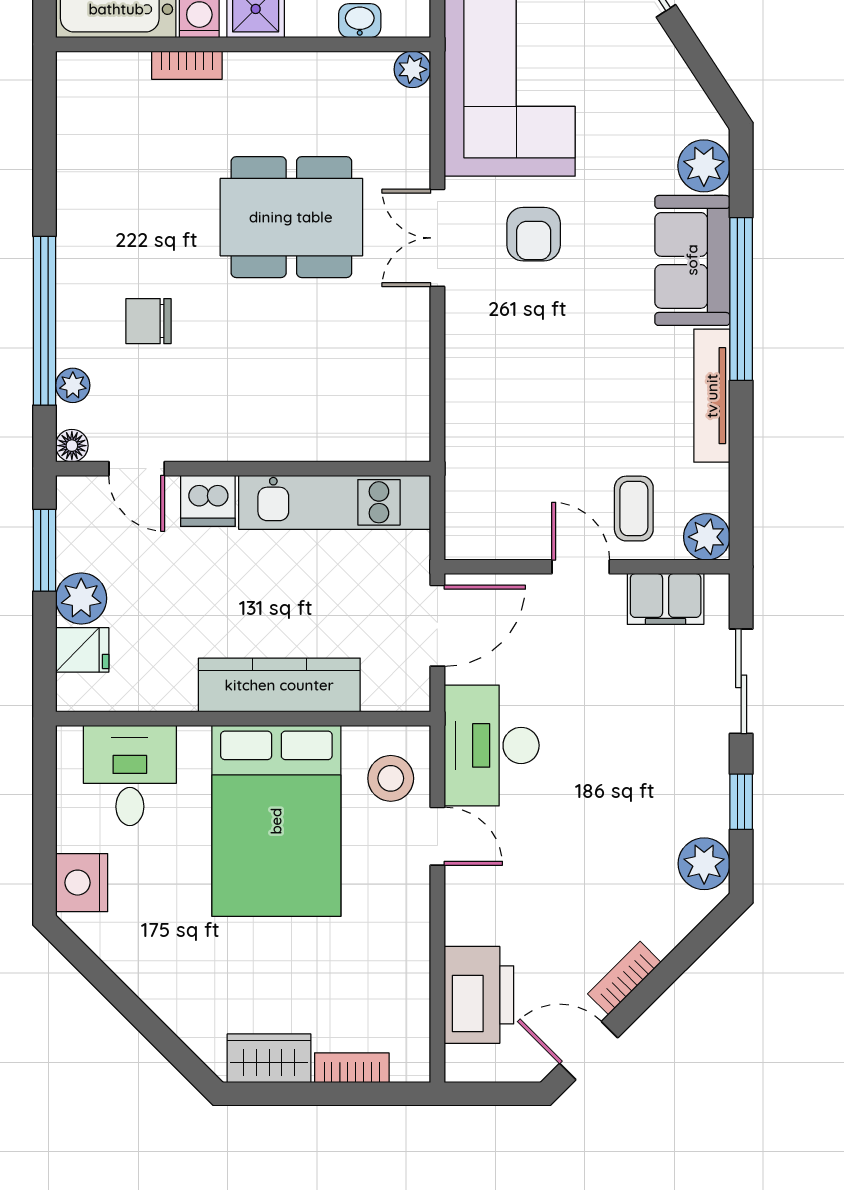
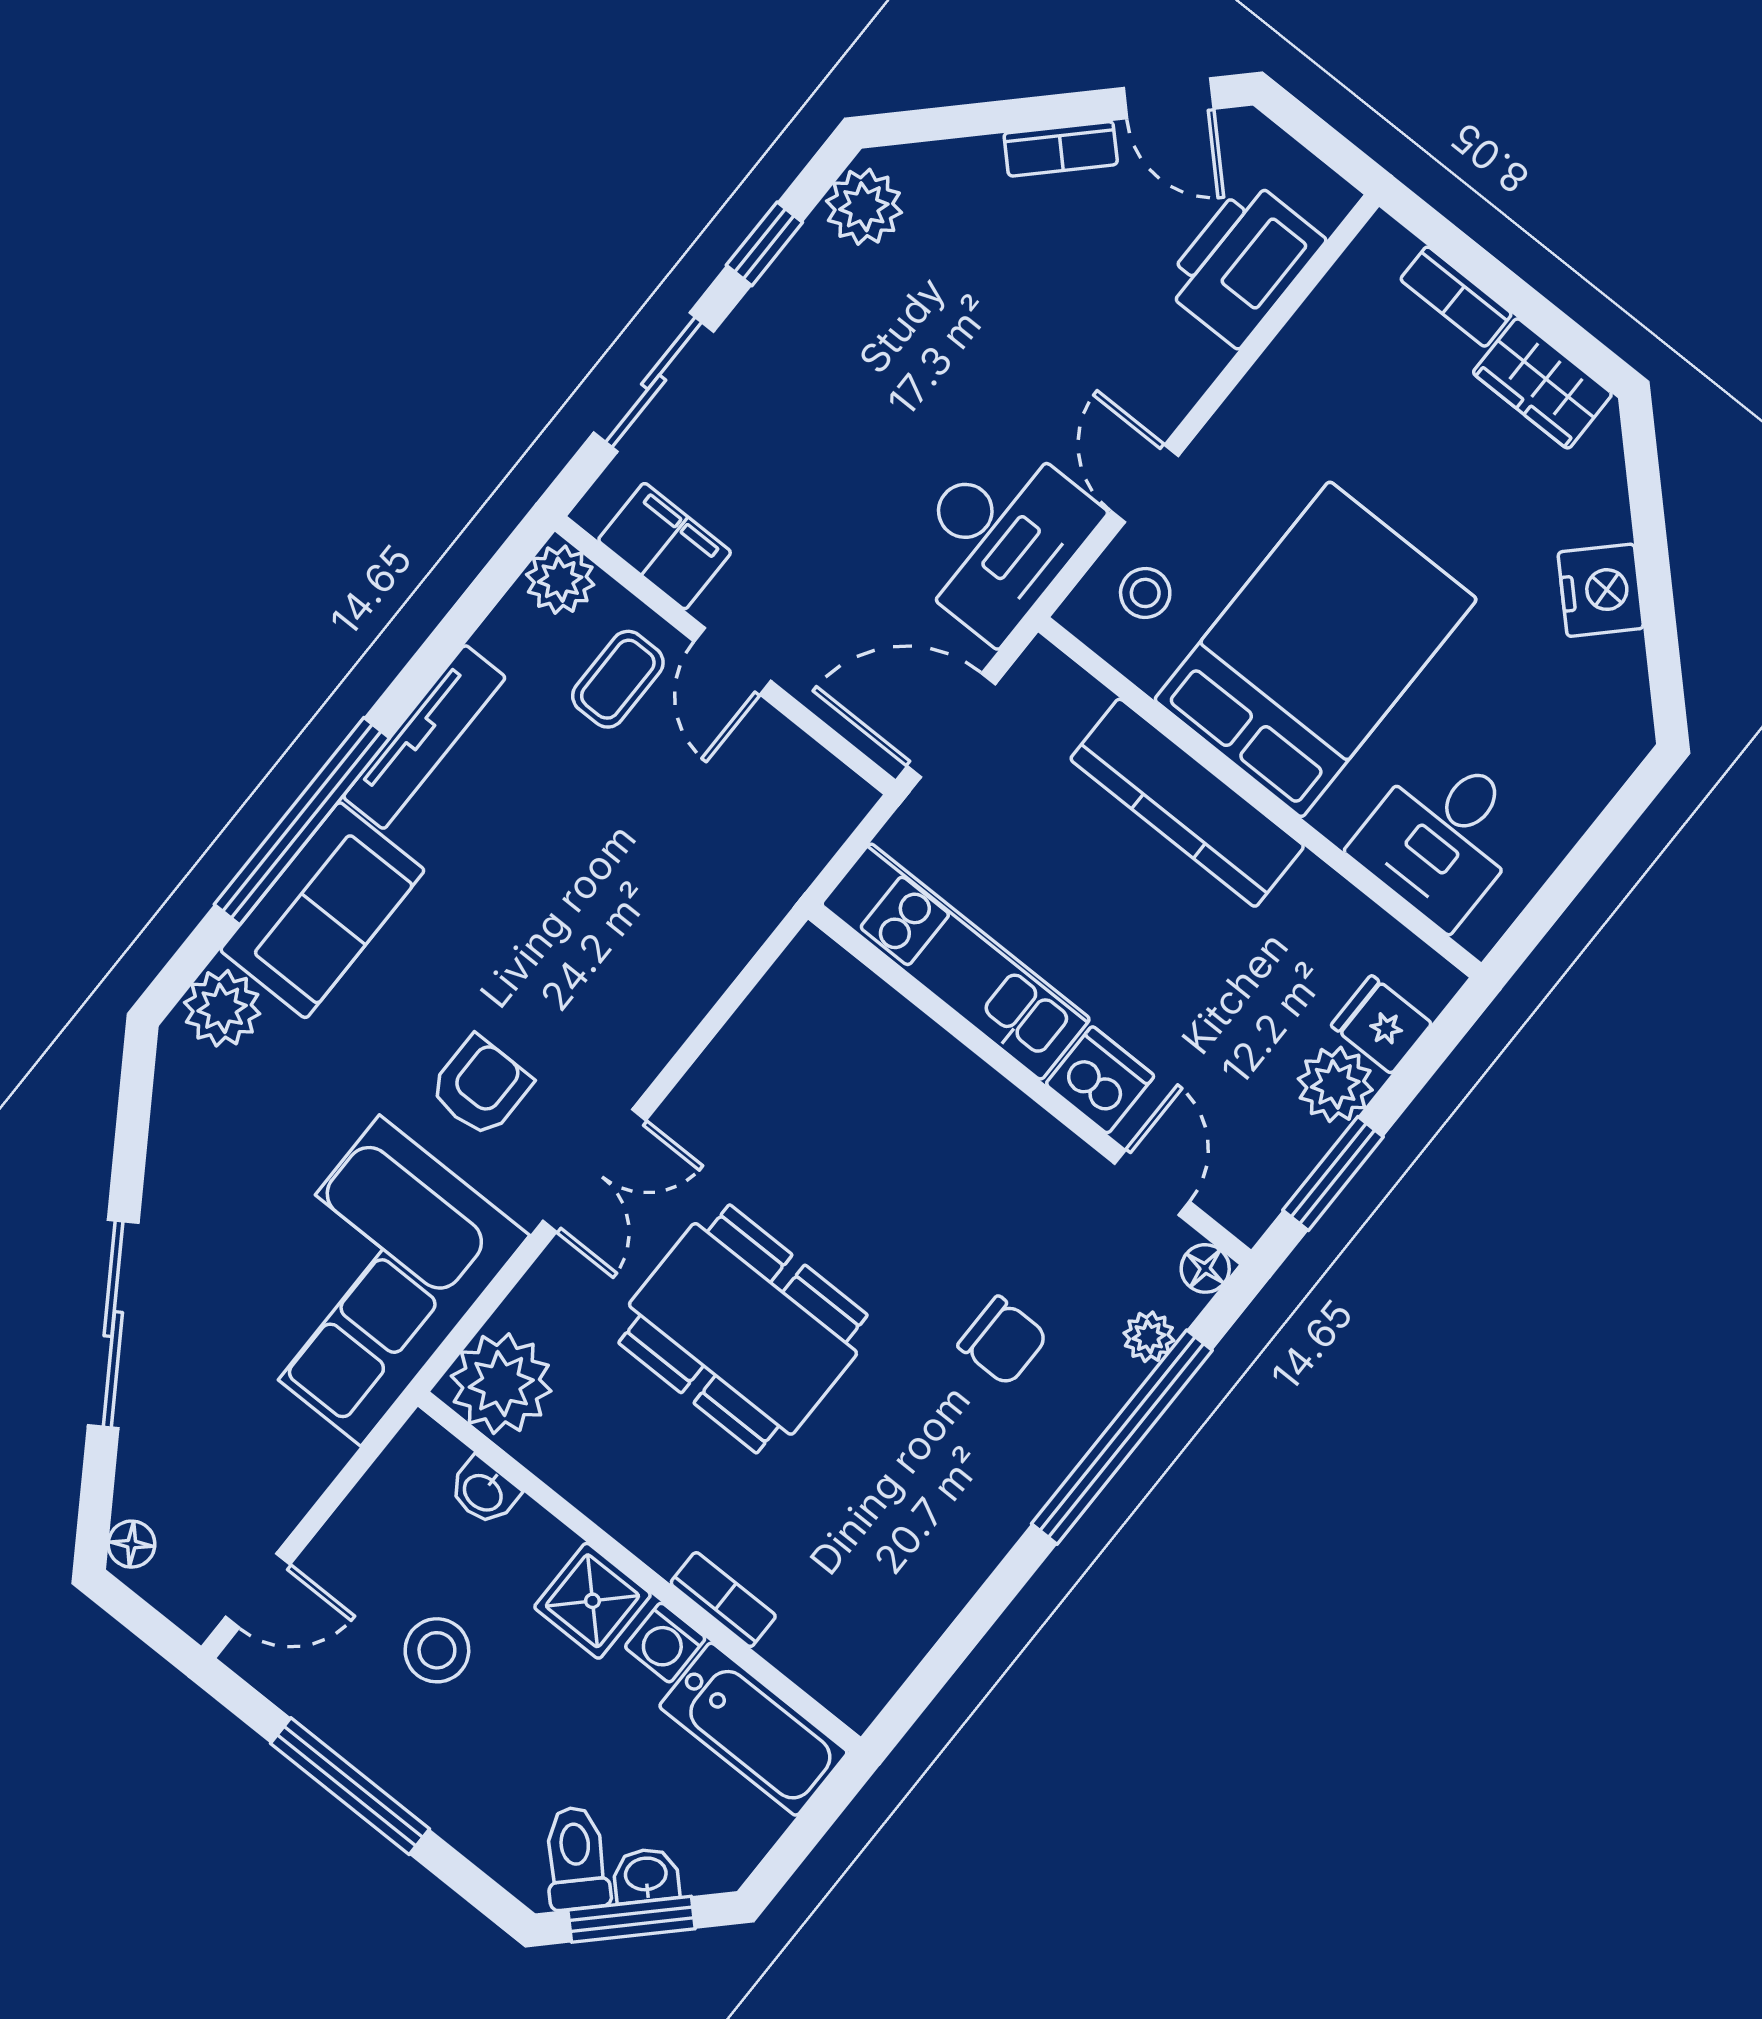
plant: (412, 69) -> (501, 1384), width x1.88, depth x1.88
stool: (391, 778) -> (1145, 593), width x0.73, depth x0.73
nightstand: (82, 883) -> (1601, 590), moved, turned -45

